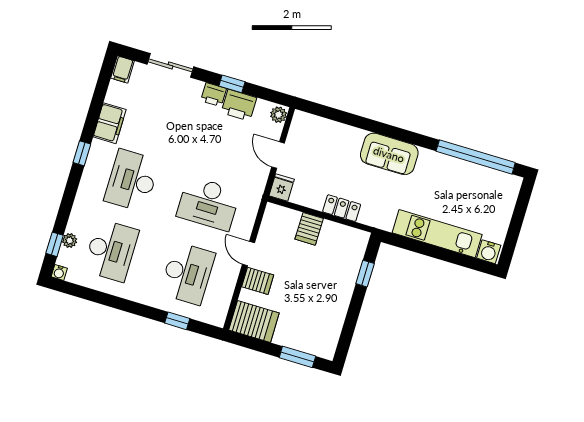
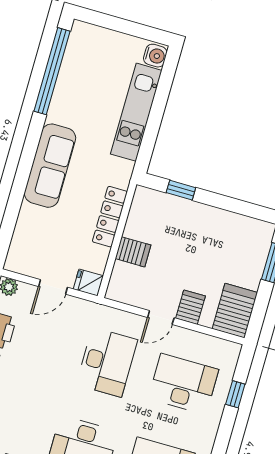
sofa: (389, 154) -> (50, 166), width x1.36
locker: (342, 208) -> (110, 217), width x1.53

